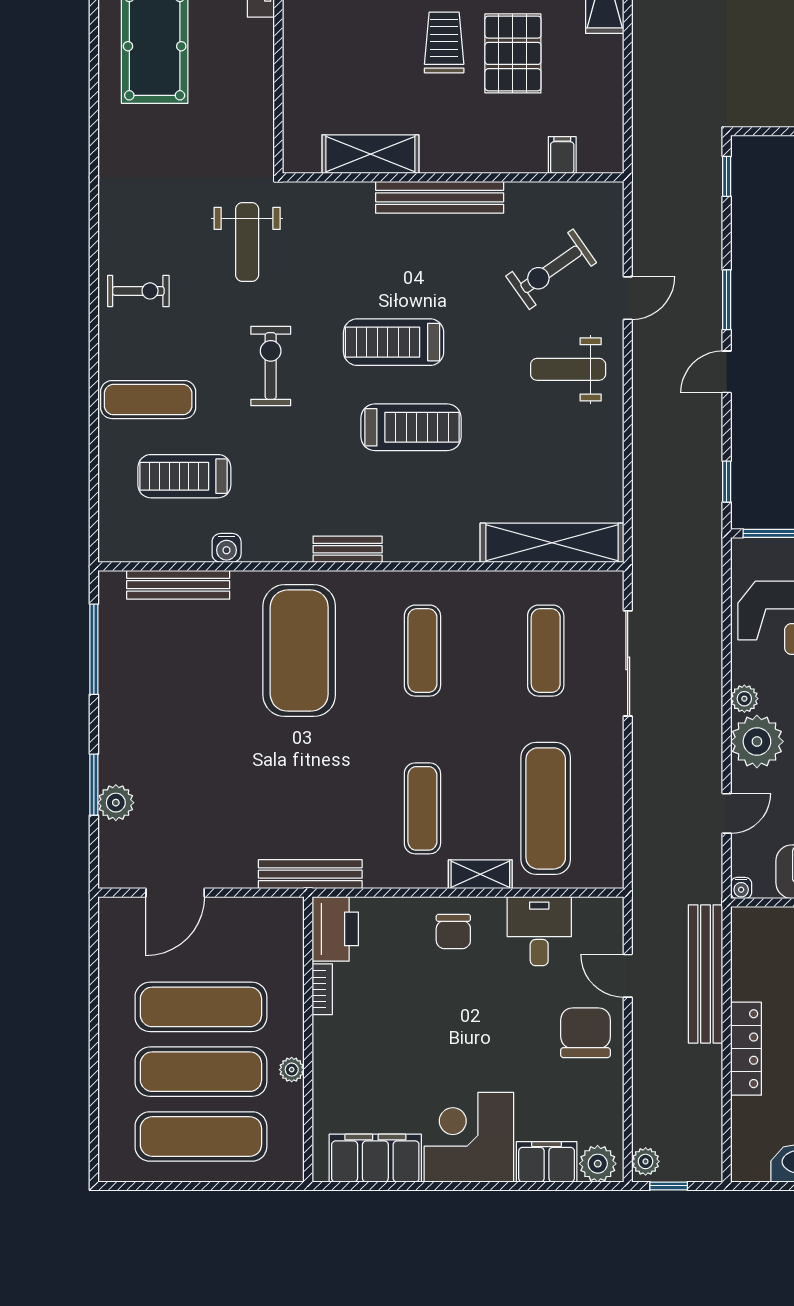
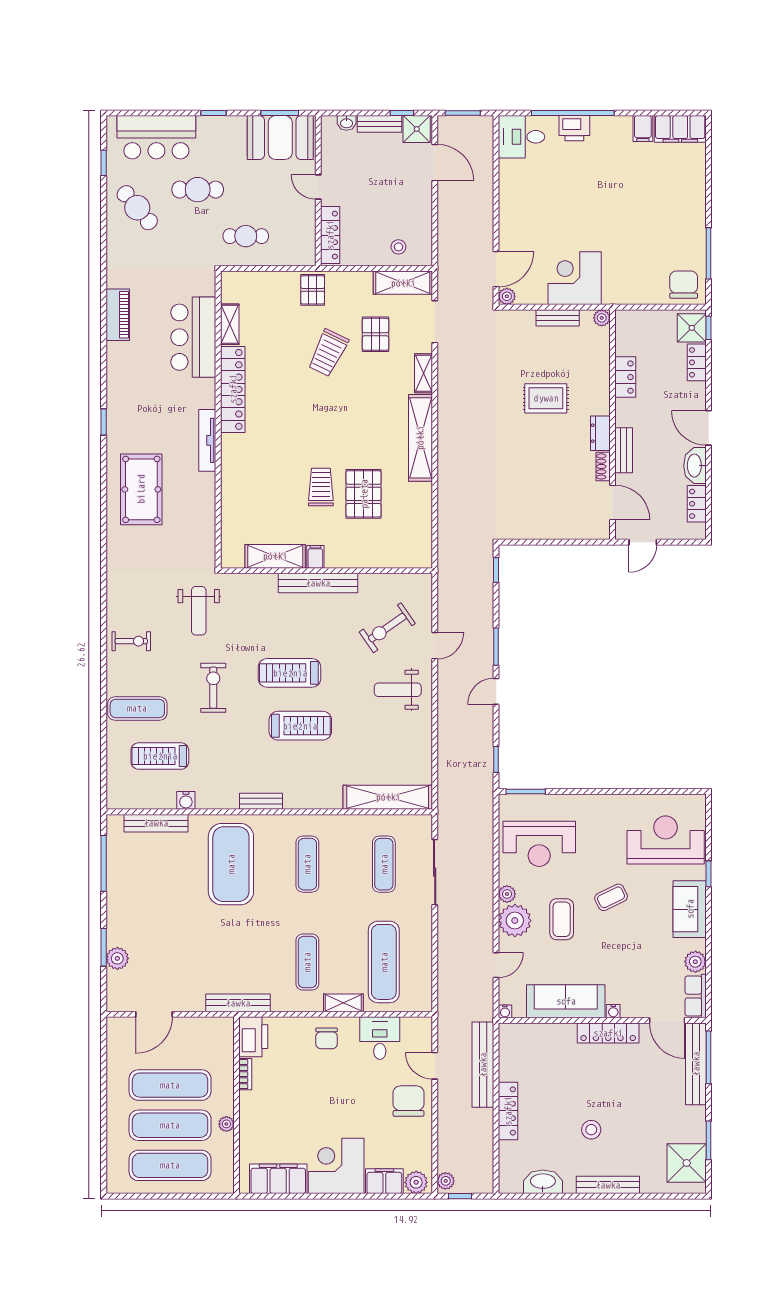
filing cabinet: (562, 155) -> (315, 557), moved

